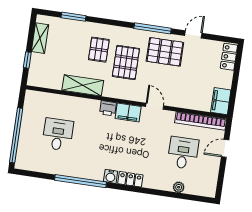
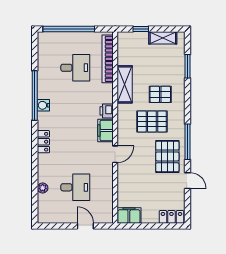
bookcase: (201, 121) -> (108, 59), moved
water cooler: (111, 176) -> (43, 105), moved

